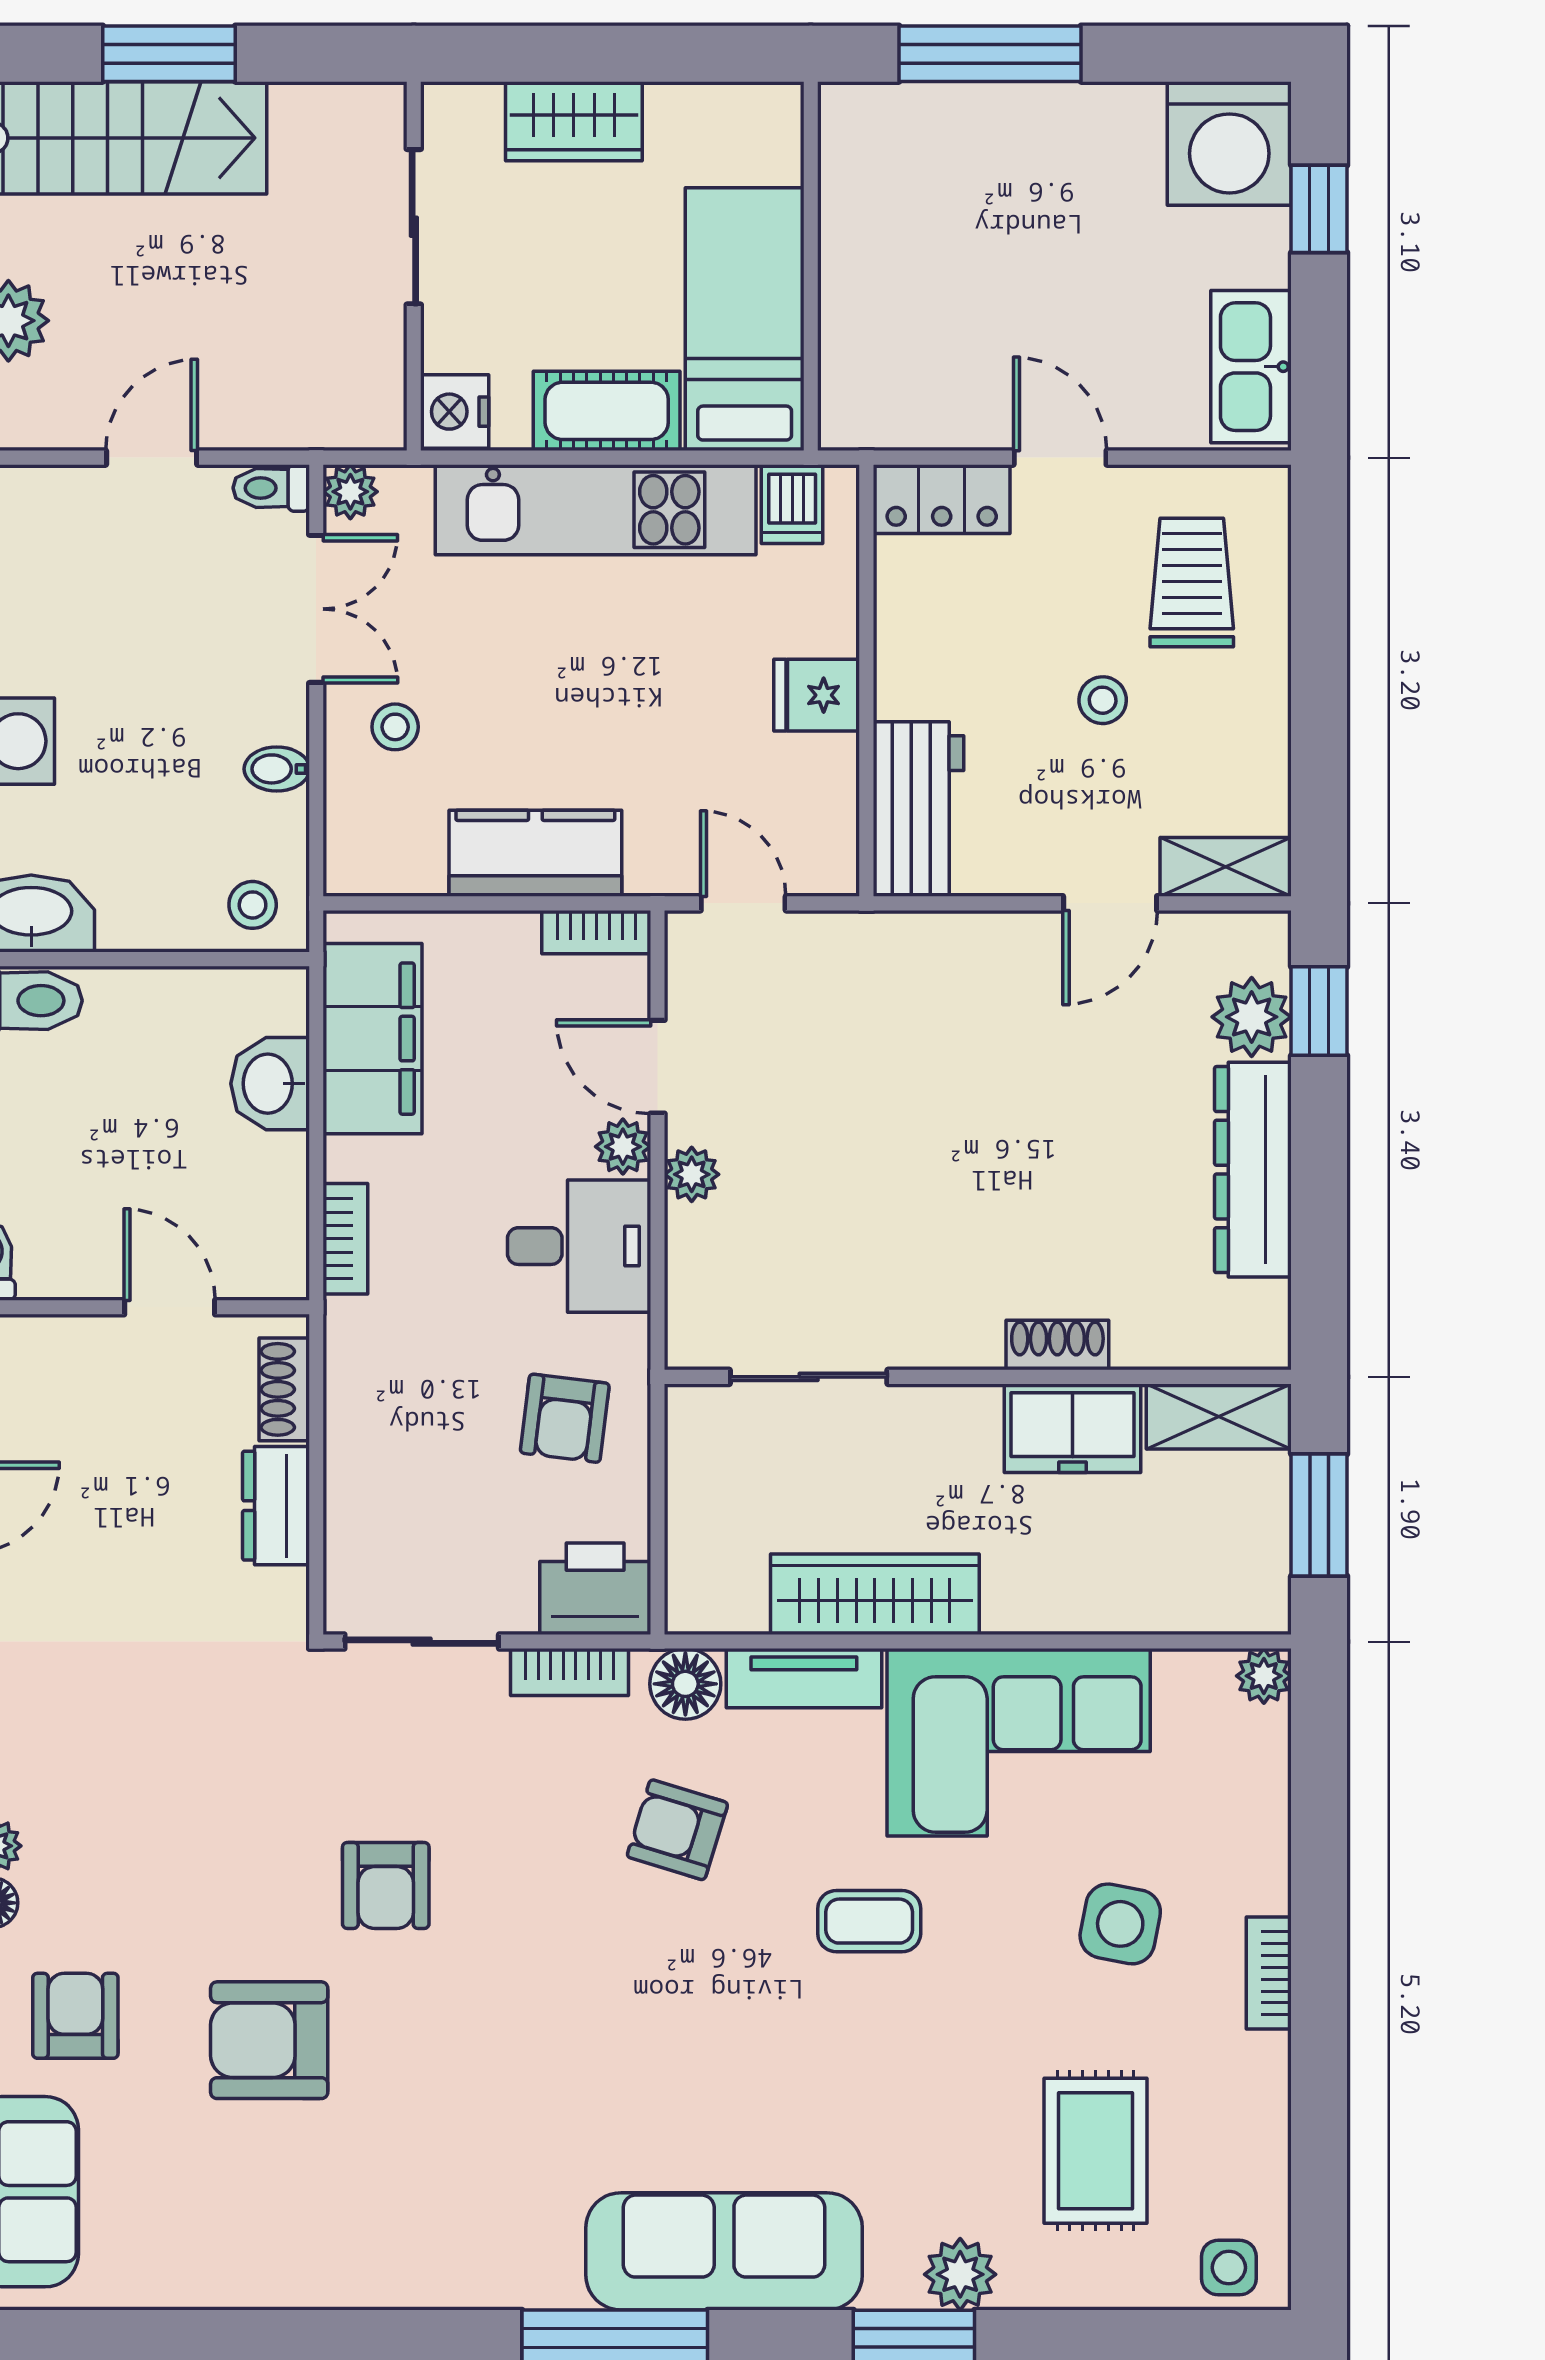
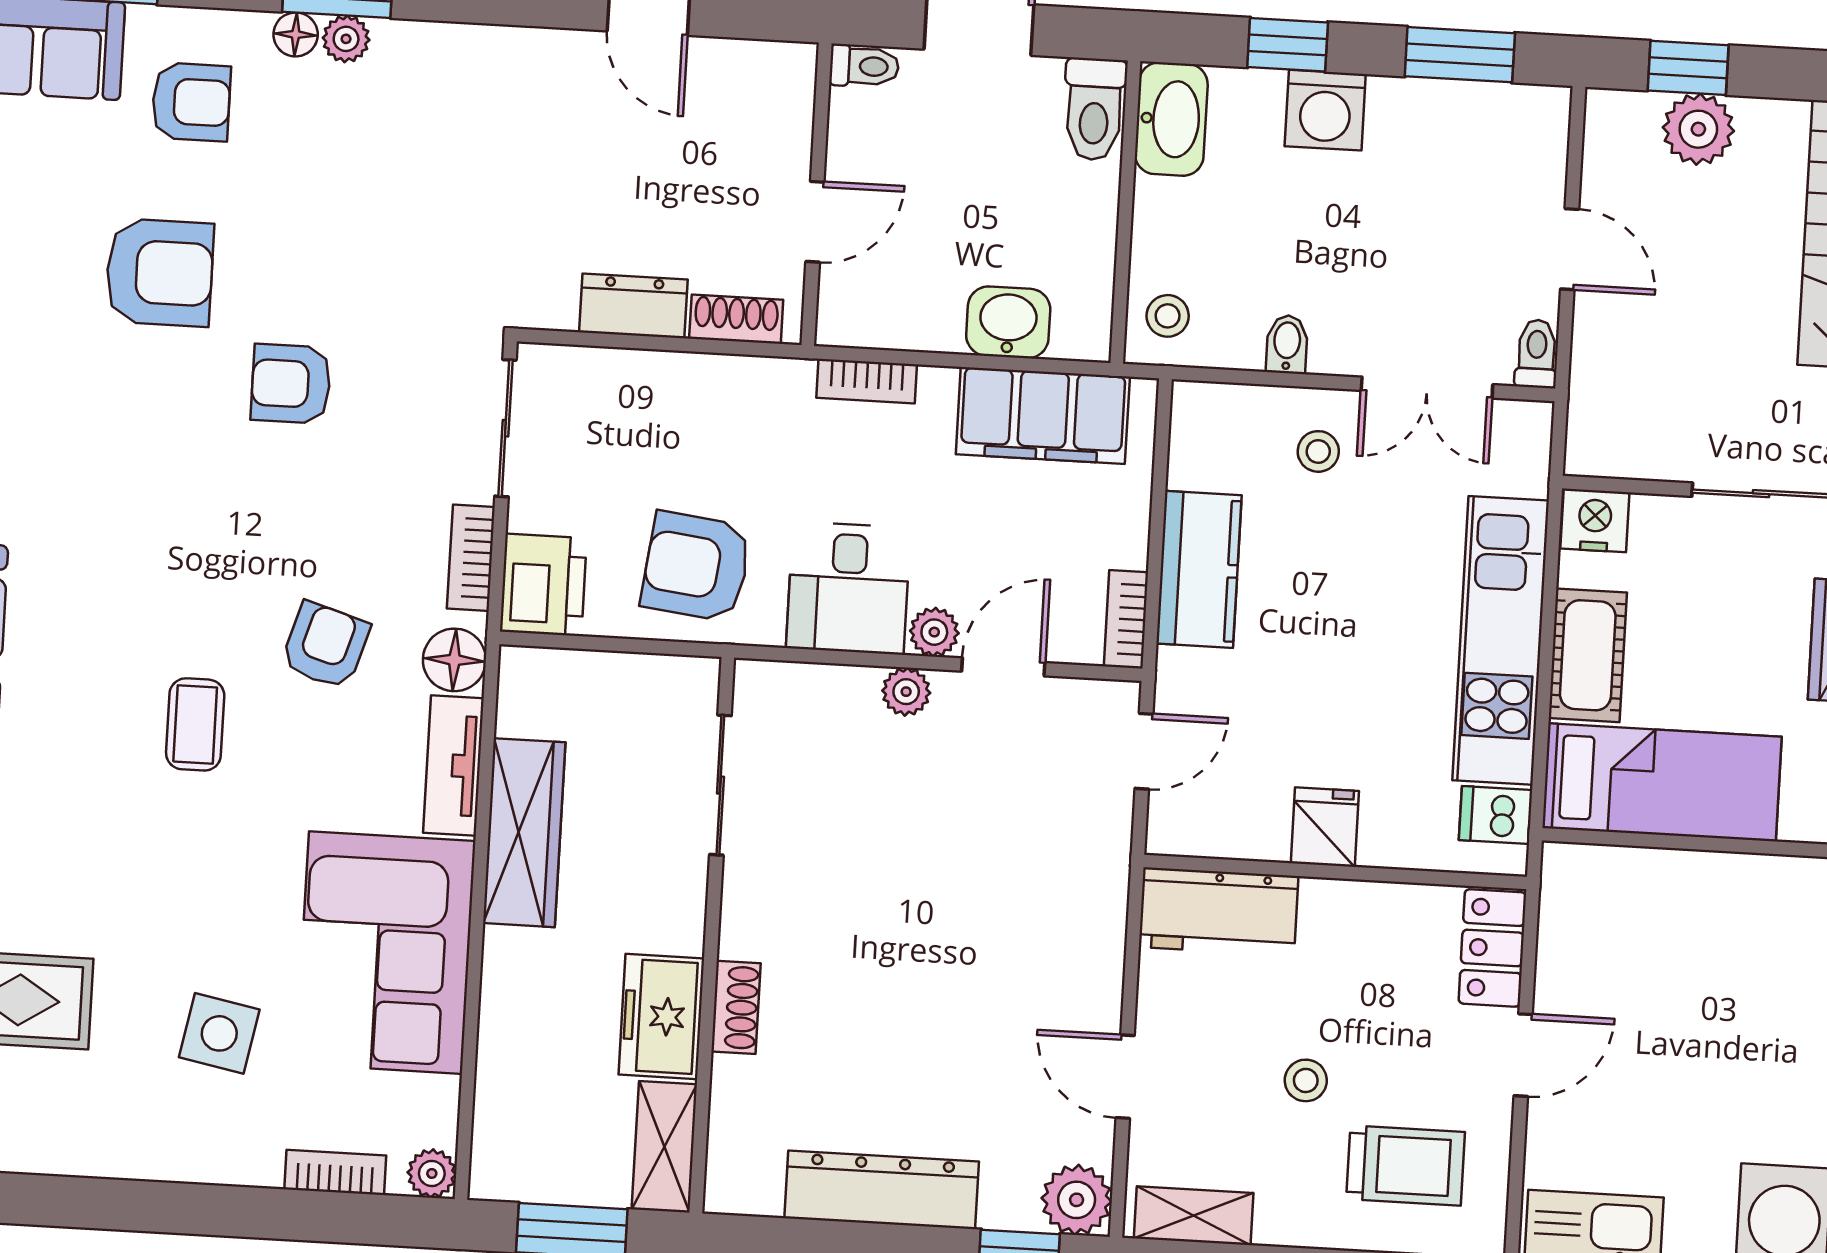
plant: (350, 492) -> (1529, 424), removed
shelving: (1226, 867) -> (1194, 1216), moved, turned 90
plant: (1252, 1017) -> (1077, 1200), moved
armchair: (565, 1418) -> (696, 567), width x1.38, depth x1.38
coffee table: (869, 1921) -> (195, 724), moved
bookcase: (1269, 1973) -> (335, 1172), moved
armchair: (269, 2040) -> (160, 273), turned 90

